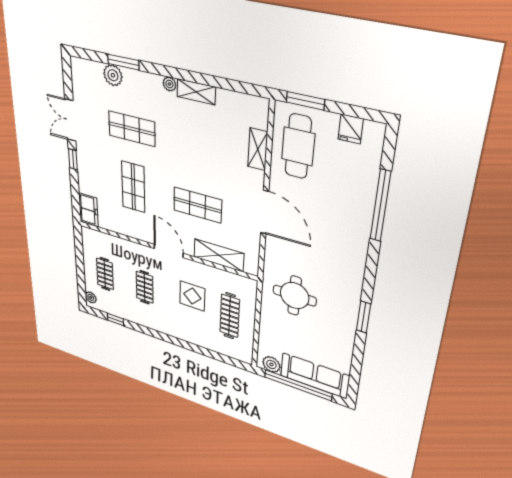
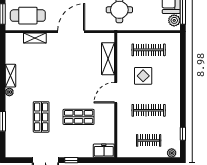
plant: (113, 75) -> (11, 128), removed
shop shelf: (198, 205) -> (79, 73), removed
clothes rail: (145, 287) -> (149, 110), width x1.36

